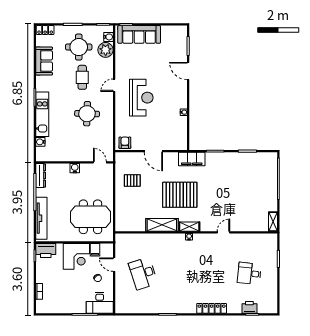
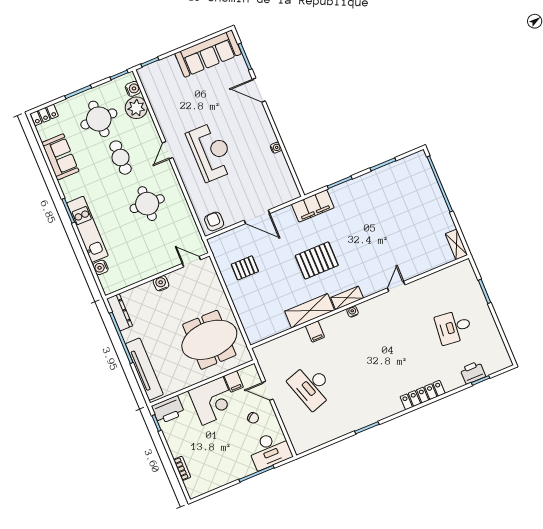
sofa: (139, 34) -> (208, 54), moved
pallet: (180, 195) -> (317, 260), width x0.73, depth x0.71
filing cabinet: (160, 240) -> (315, 332), added

